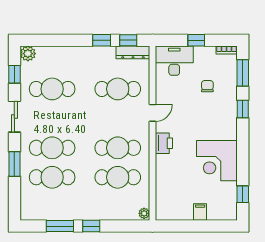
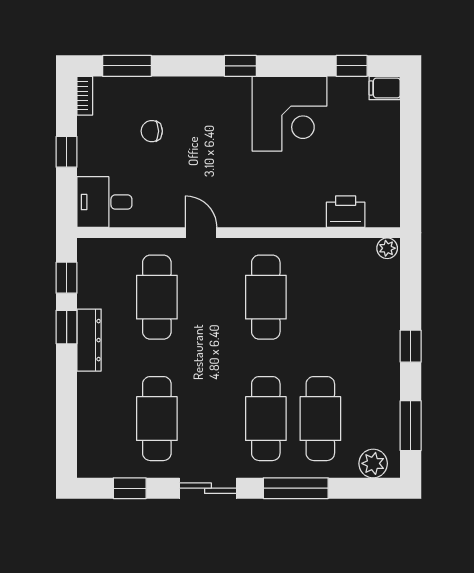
dresser: (133, 52) -> (89, 340), moved
plant: (28, 54) -> (373, 463), moved
desk: (174, 61) -> (104, 202), width x0.73
window: (243, 109) -> (240, 66), moved
printer: (164, 143) -> (346, 212), moved
window: (14, 164) -> (296, 488), width x1.44
cafe table: (118, 177) -> (320, 297), removed
filing cabinet: (200, 212) -> (385, 88), moved
window: (60, 226) -> (411, 426), moved

